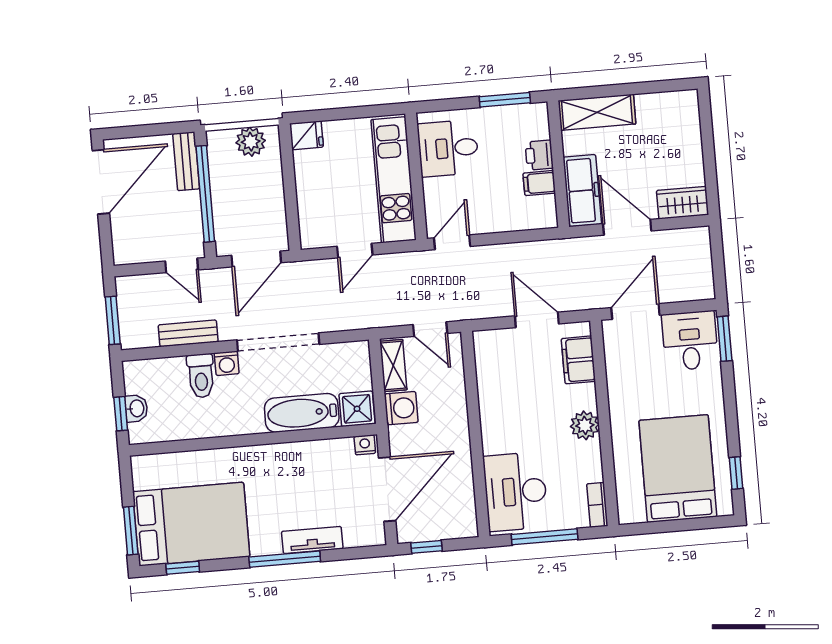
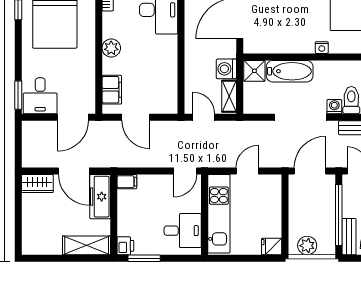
printer: (539, 155) -> (125, 246), moved
filing cabinet: (539, 183) -> (127, 182), moved
nightstand: (365, 445) -> (322, 48), moved

